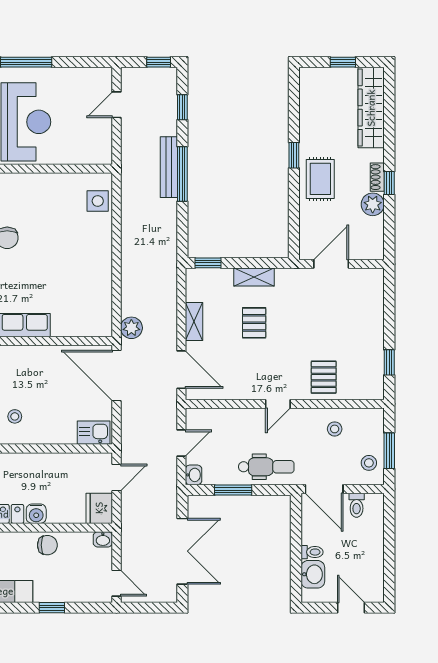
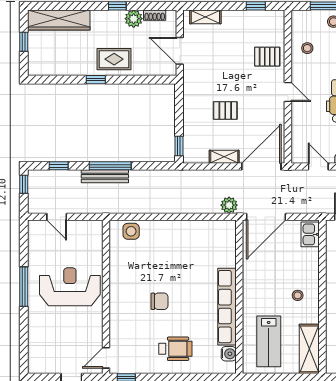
shoe rack: (377, 177) -> (155, 15), moved
shelving: (254, 277) -> (205, 17), moved, turned 90
door: (181, 370) -> (261, 167), width x1.36

